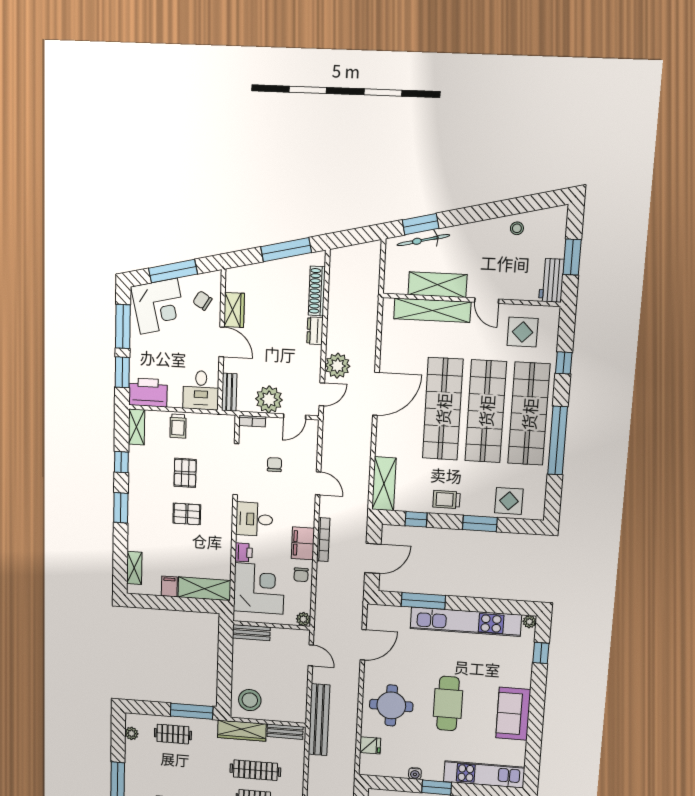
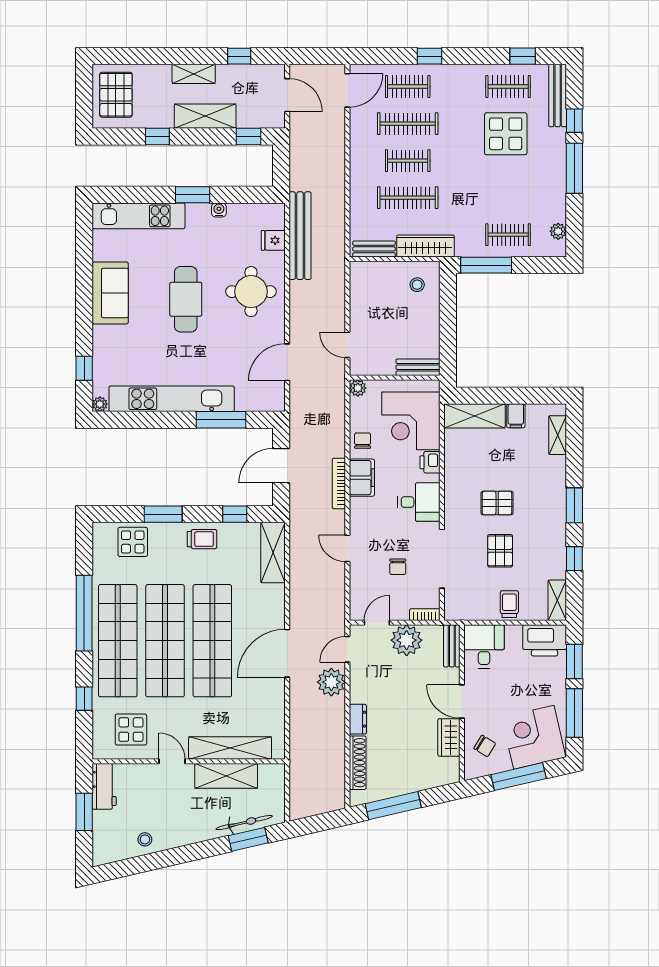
stool: (250, 700) -> (417, 285), width x0.53, depth x0.53
bench: (319, 720) -> (300, 236), moved

